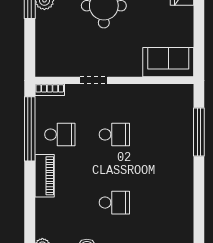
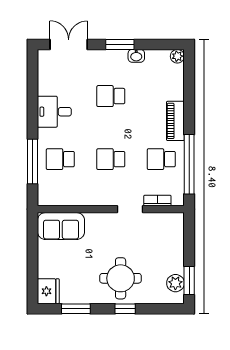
bookcase: (50, 90) -> (157, 200), moved
school desk: (169, 134) -> (60, 159), added
desk: (175, 186) -> (54, 112), added

